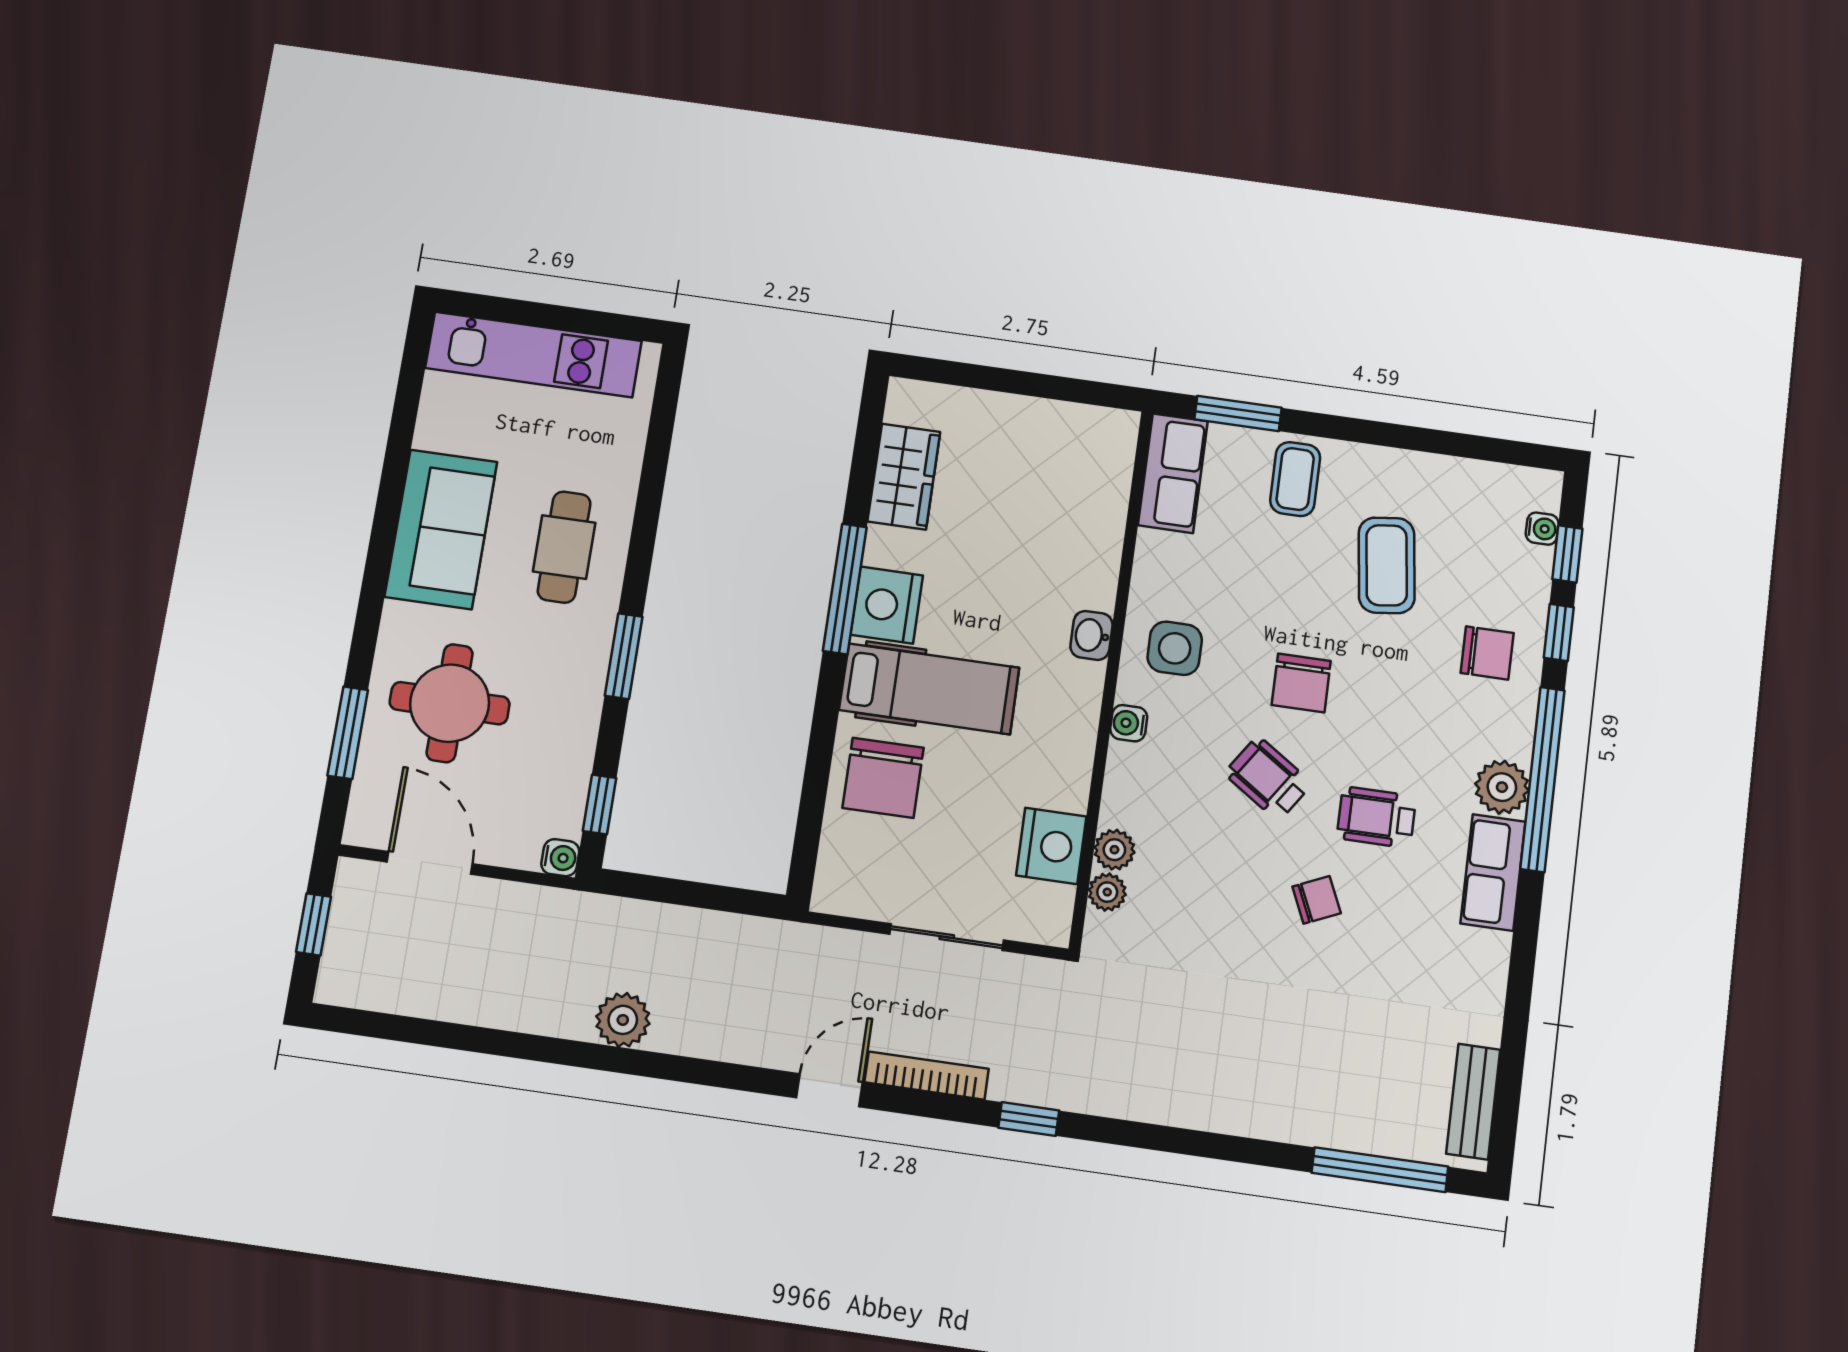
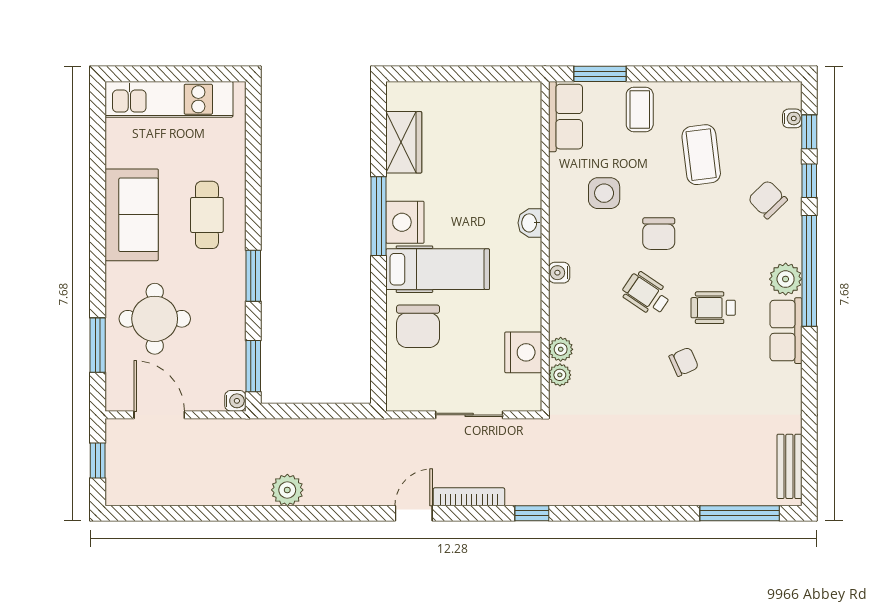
side table: (1175, 648) -> (604, 193), moved
chair: (1487, 653) -> (768, 199), turned -134
window: (599, 804) -> (253, 366), width x1.50

